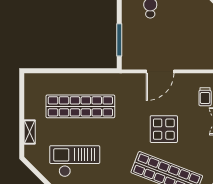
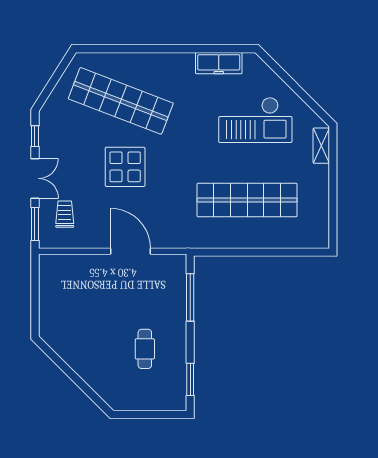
door: (160, 71) -> (131, 251), hinge flipped
shelving: (30, 132) -> (321, 146), moved

